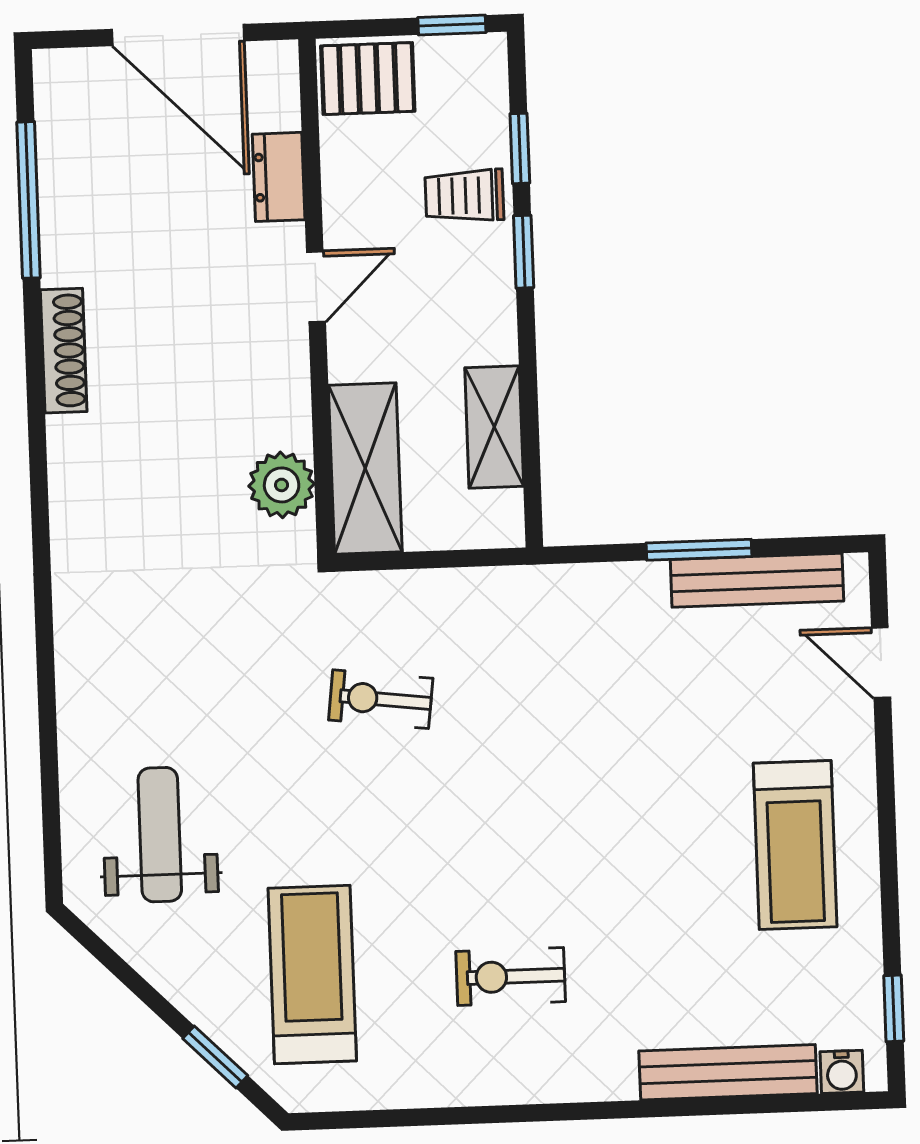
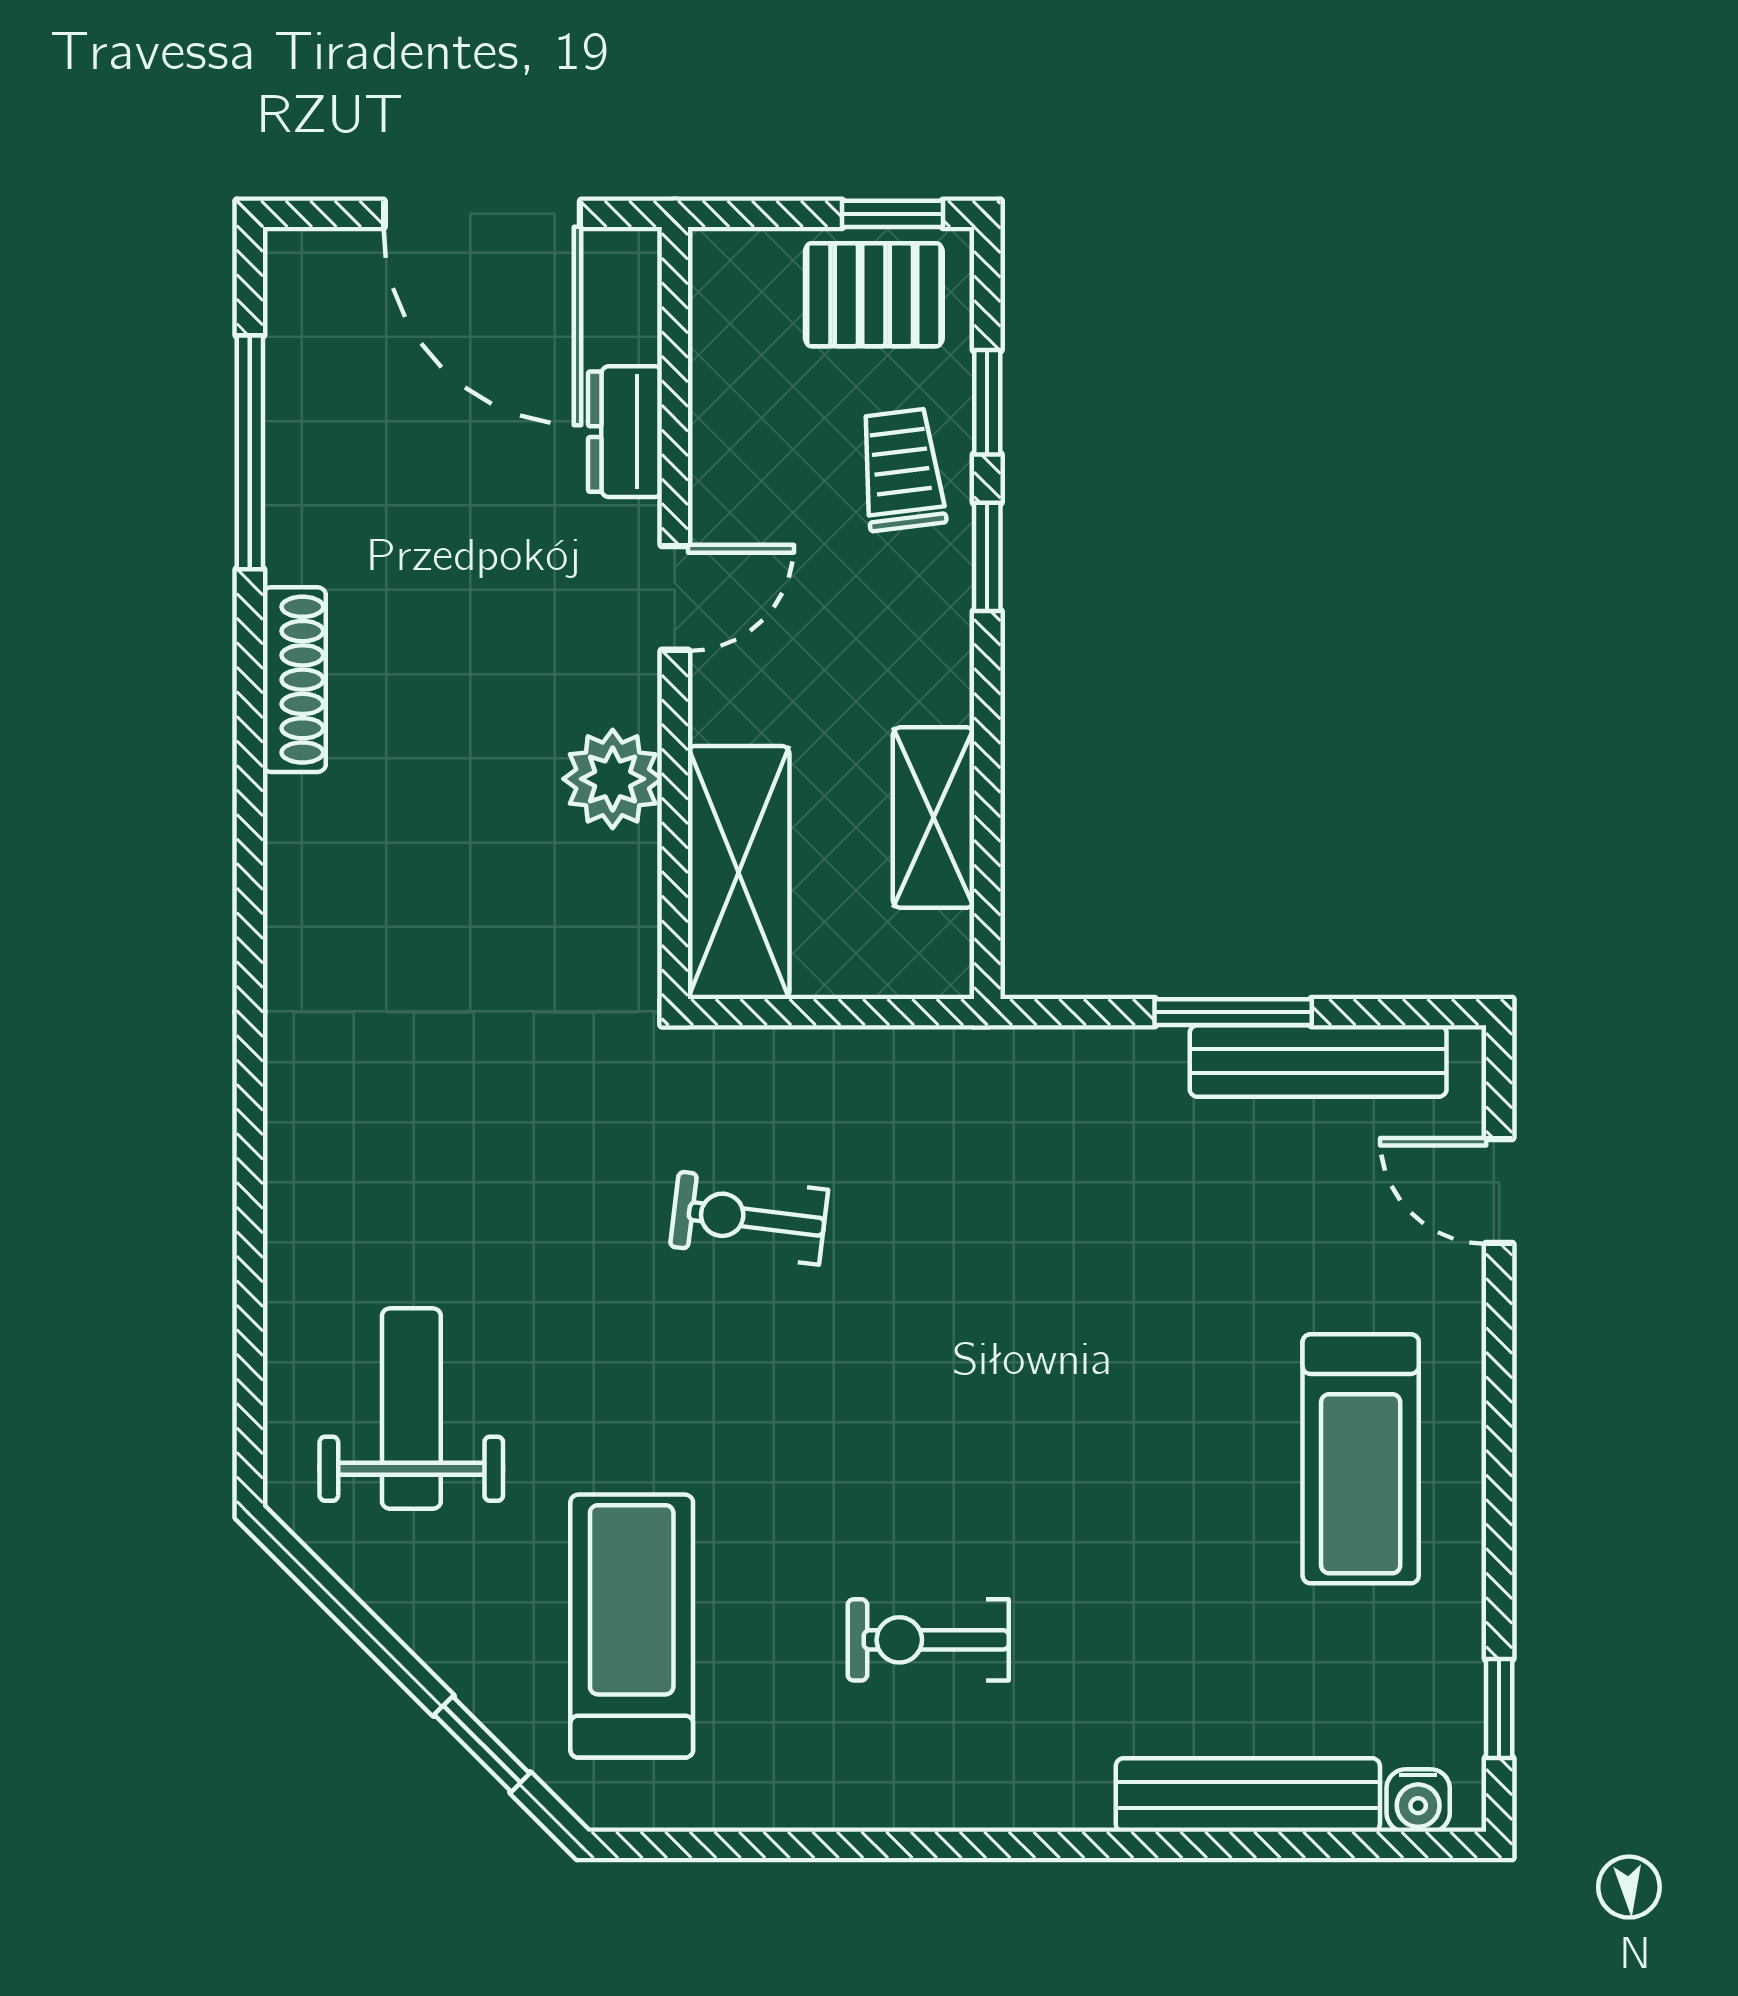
pallet: (368, 79) -> (874, 295), moved
trolley: (464, 196) -> (902, 470), turned 83
plant: (282, 485) -> (613, 779), moved

